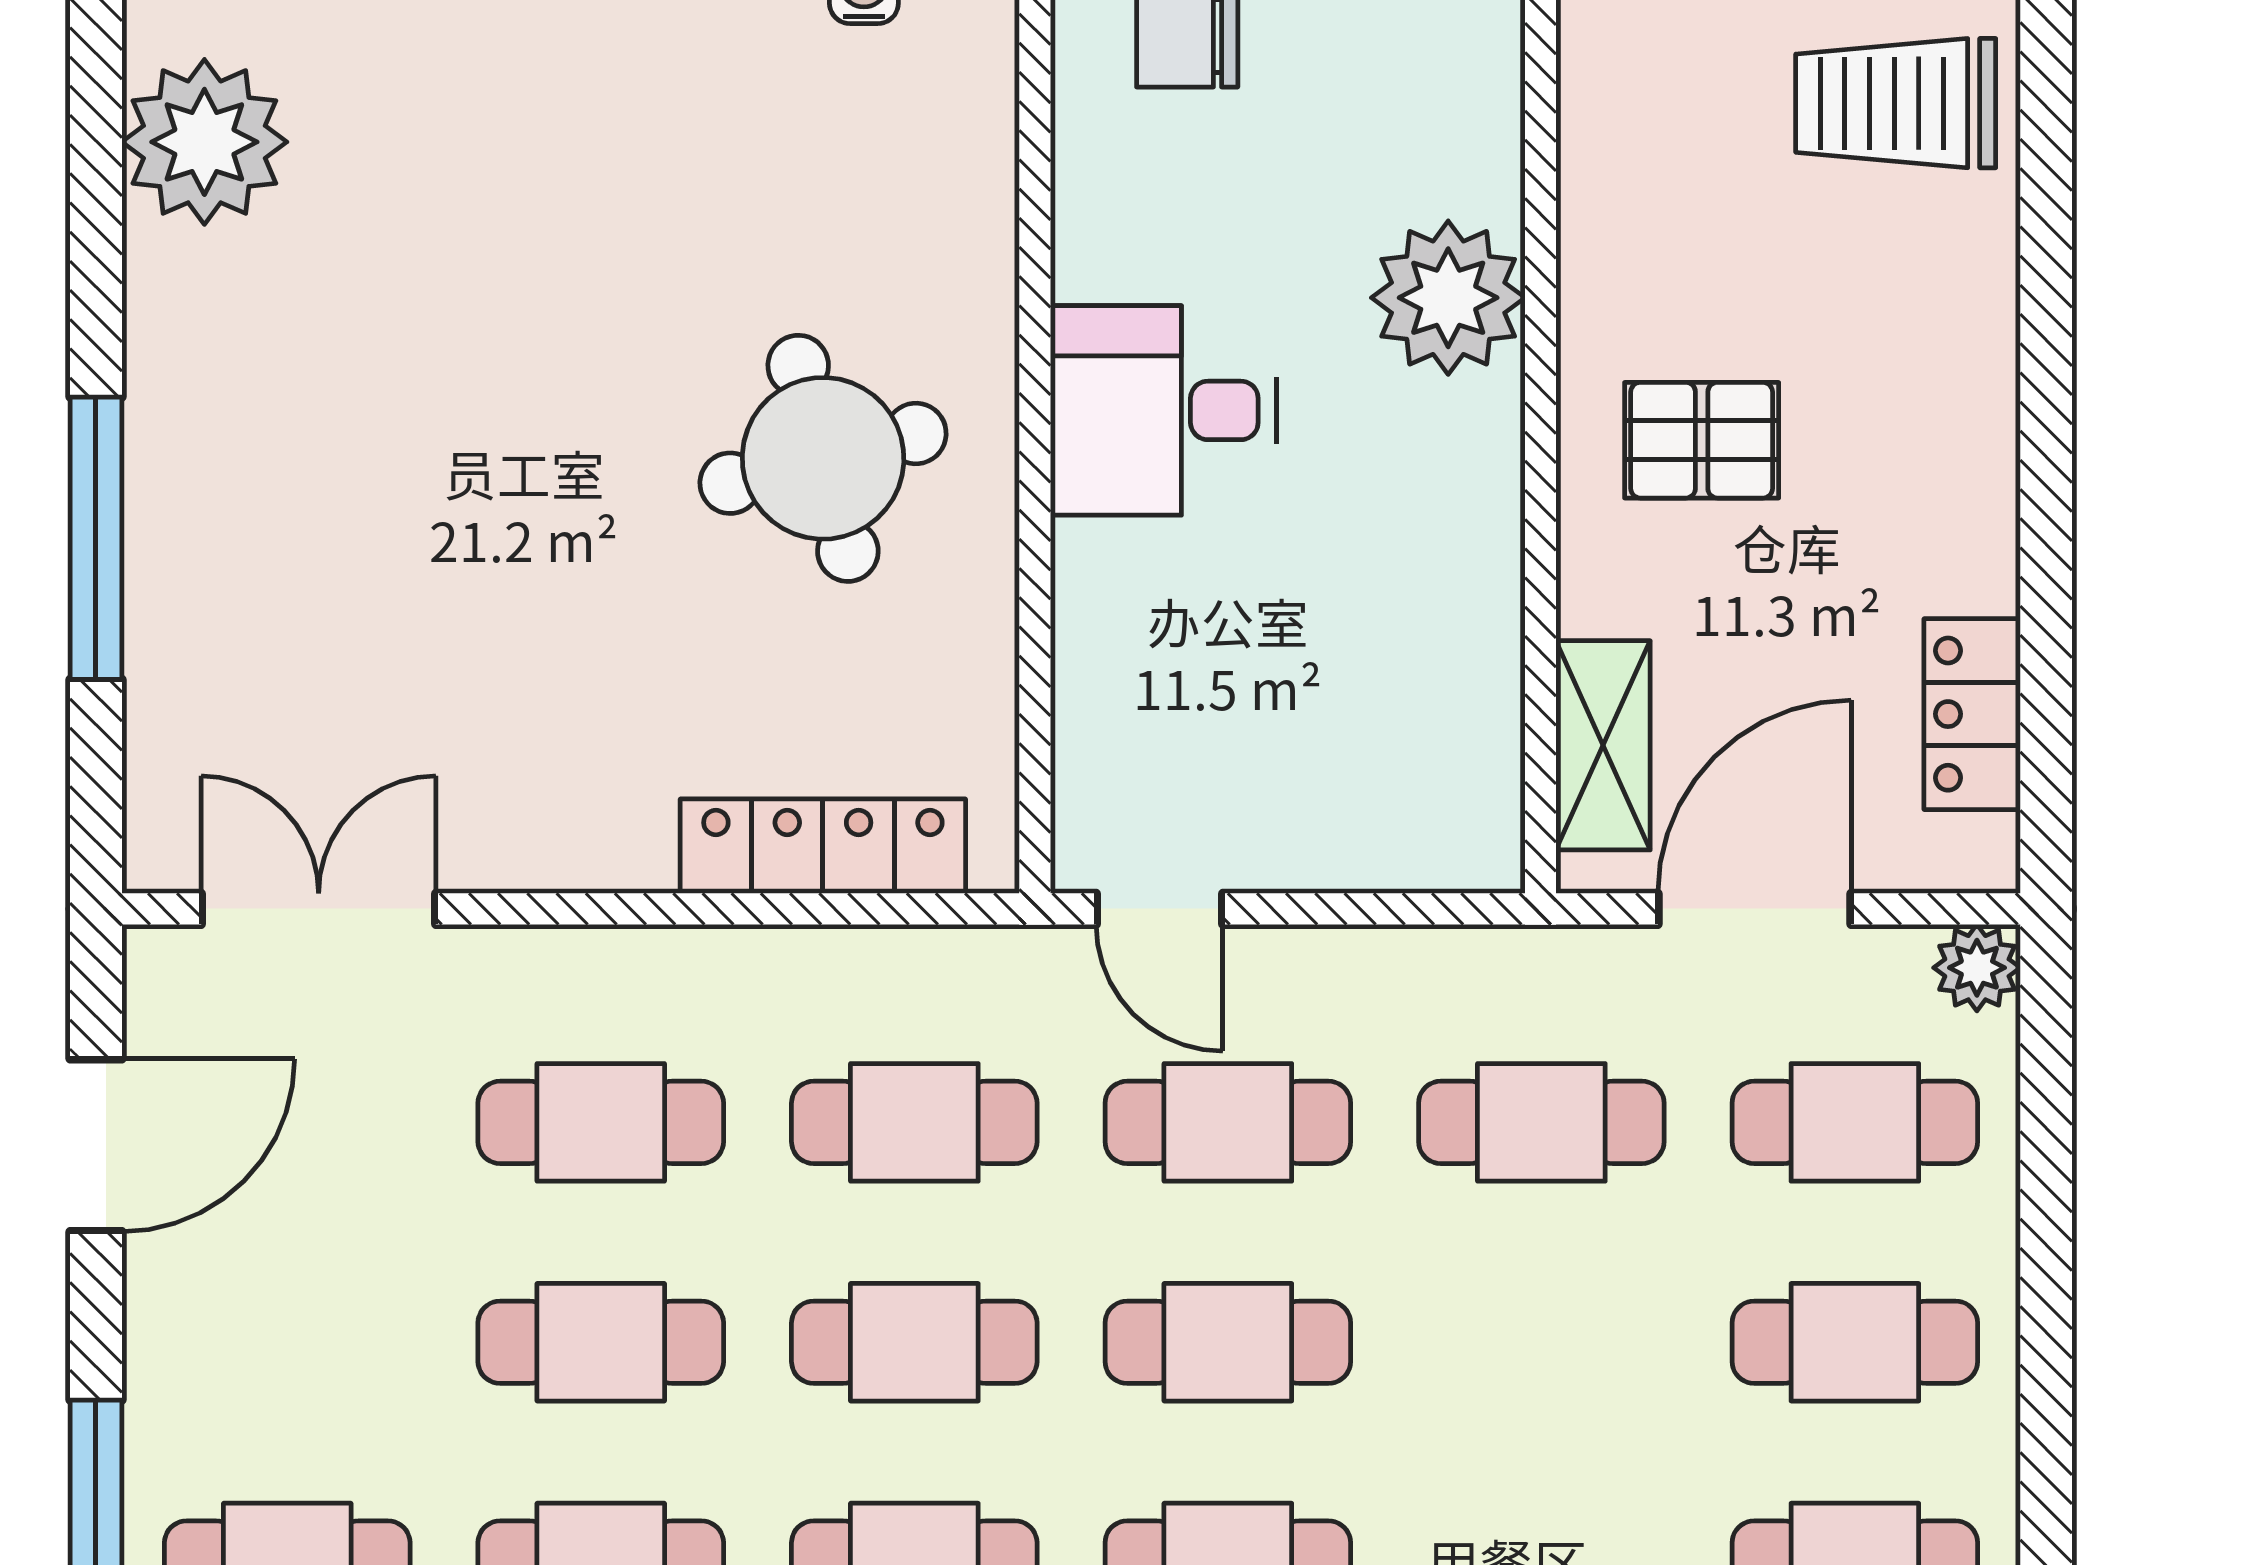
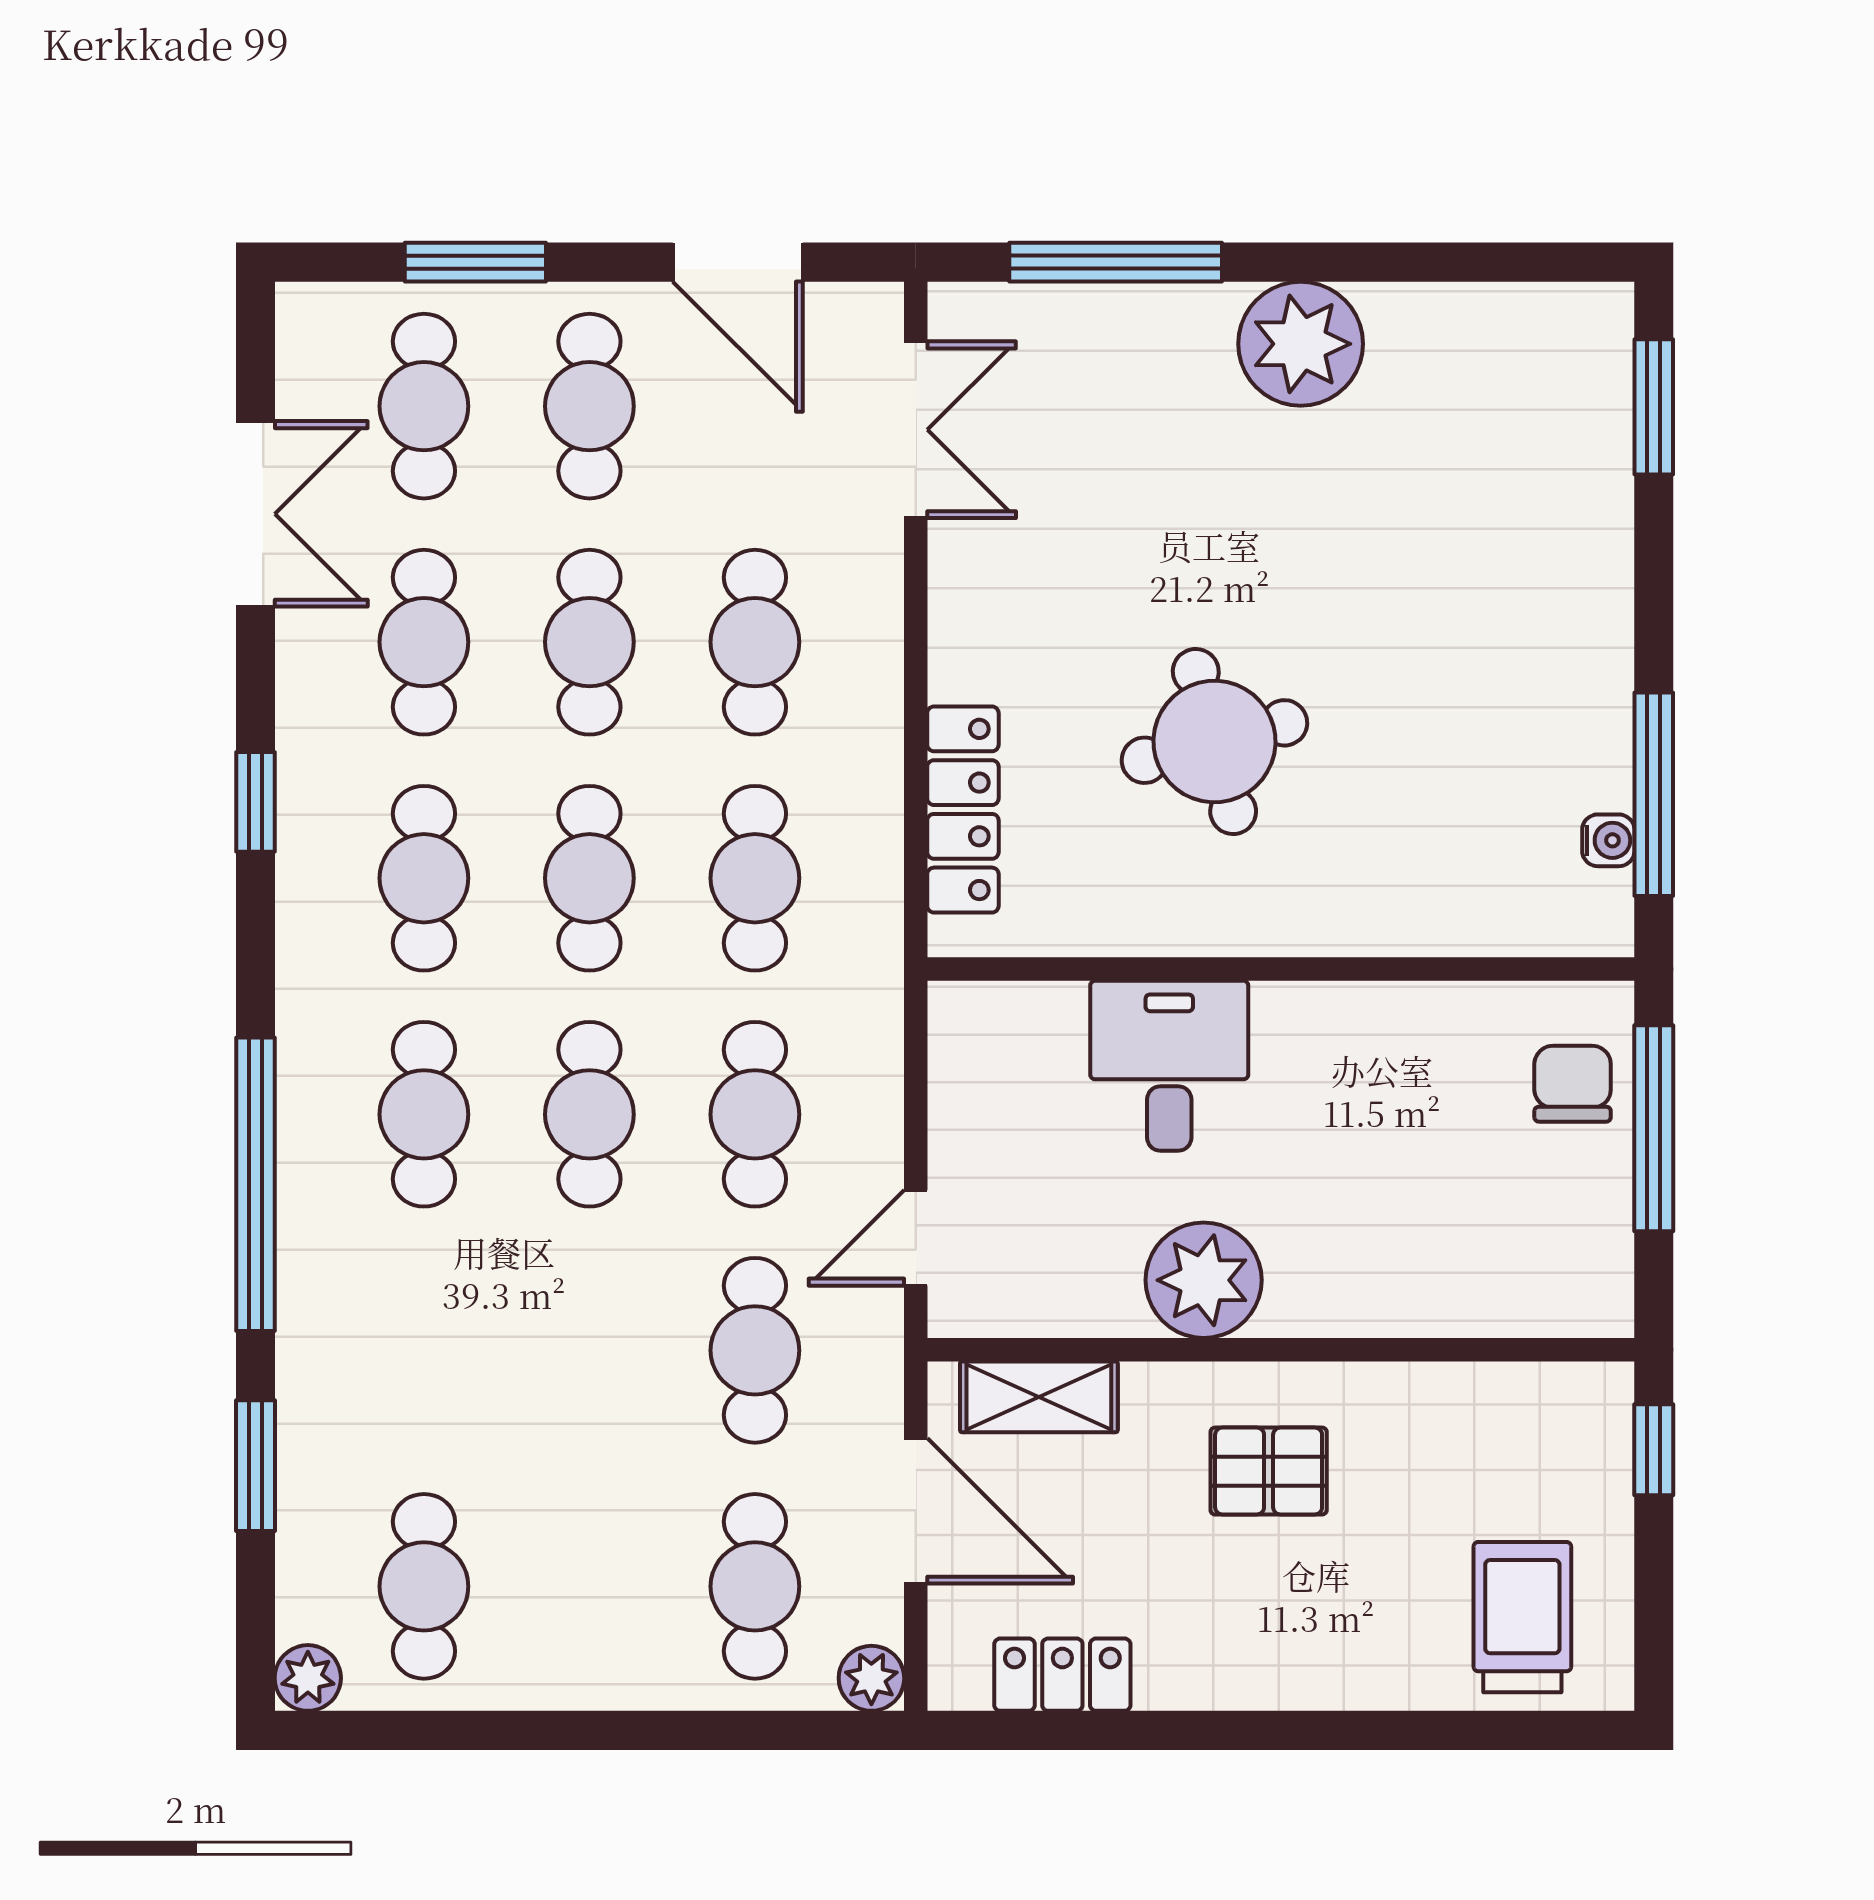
plant: (204, 142) -> (1301, 344), moved
plant: (1448, 298) -> (1204, 1280), moved
desk: (1163, 410) -> (1169, 1066), moved
pallet: (1702, 440) -> (1269, 1471), turned 90
round table: (823, 458) -> (1214, 742), moved
window: (96, 538) -> (1116, 262), moved
door: (1160, 909) -> (916, 1238), moved
cafe table: (1855, 1342) -> (589, 406), moved

